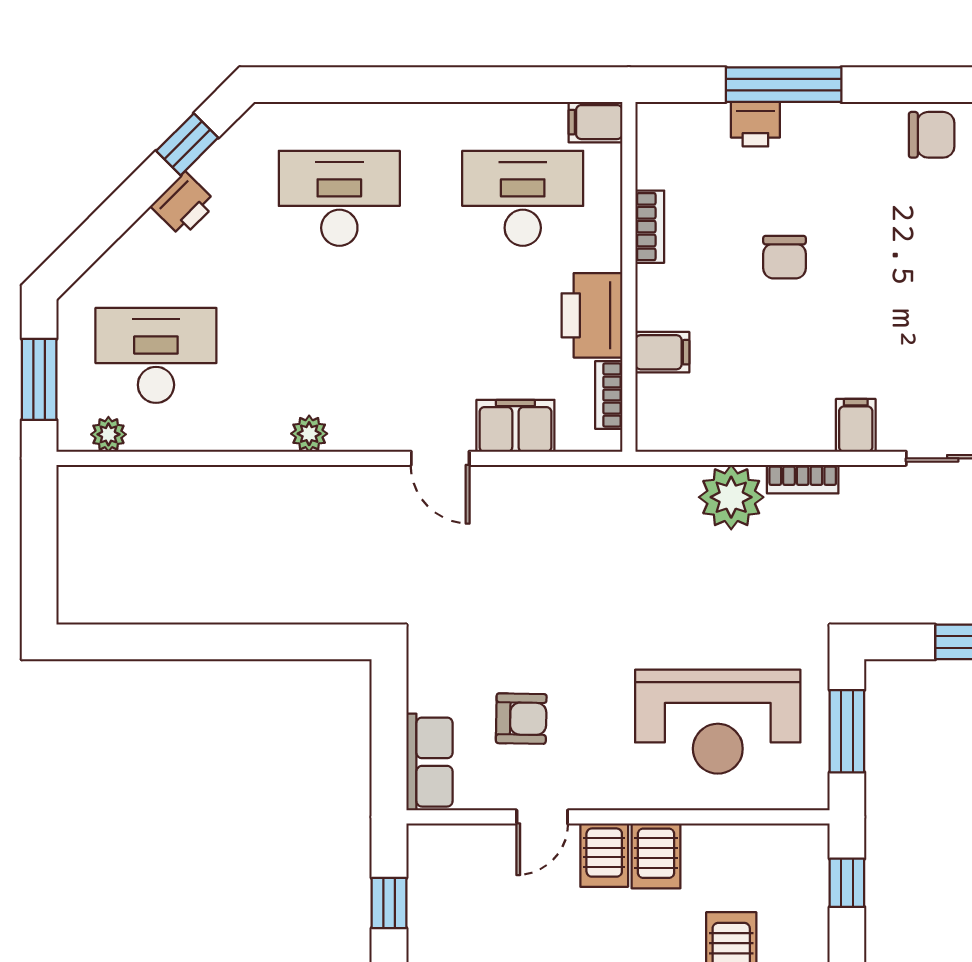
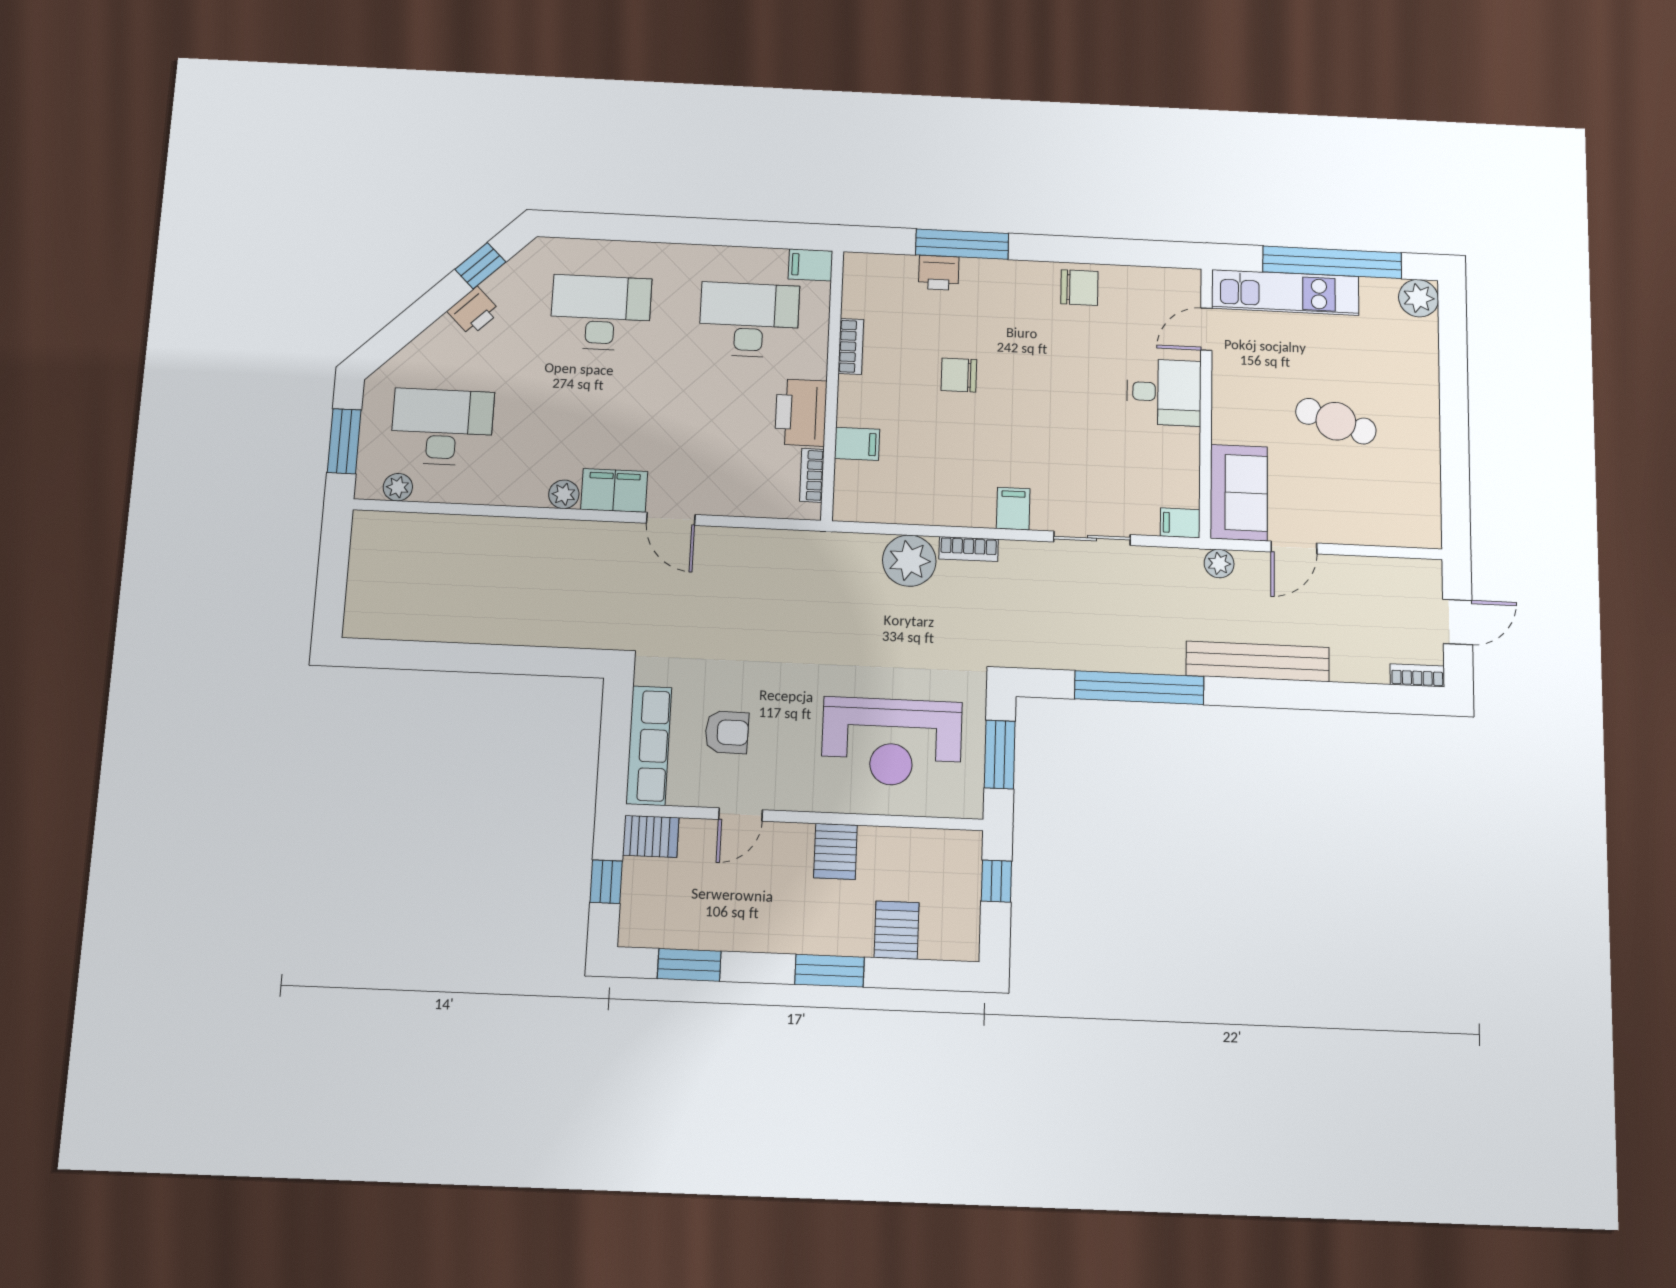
chair: (784, 257) -> (959, 375), turned 90
filing cabinet: (515, 426) -> (614, 490), moved
row of seats: (429, 762) -> (649, 746), width x1.48
server rack: (604, 855) -> (651, 836), moved, turned -90

